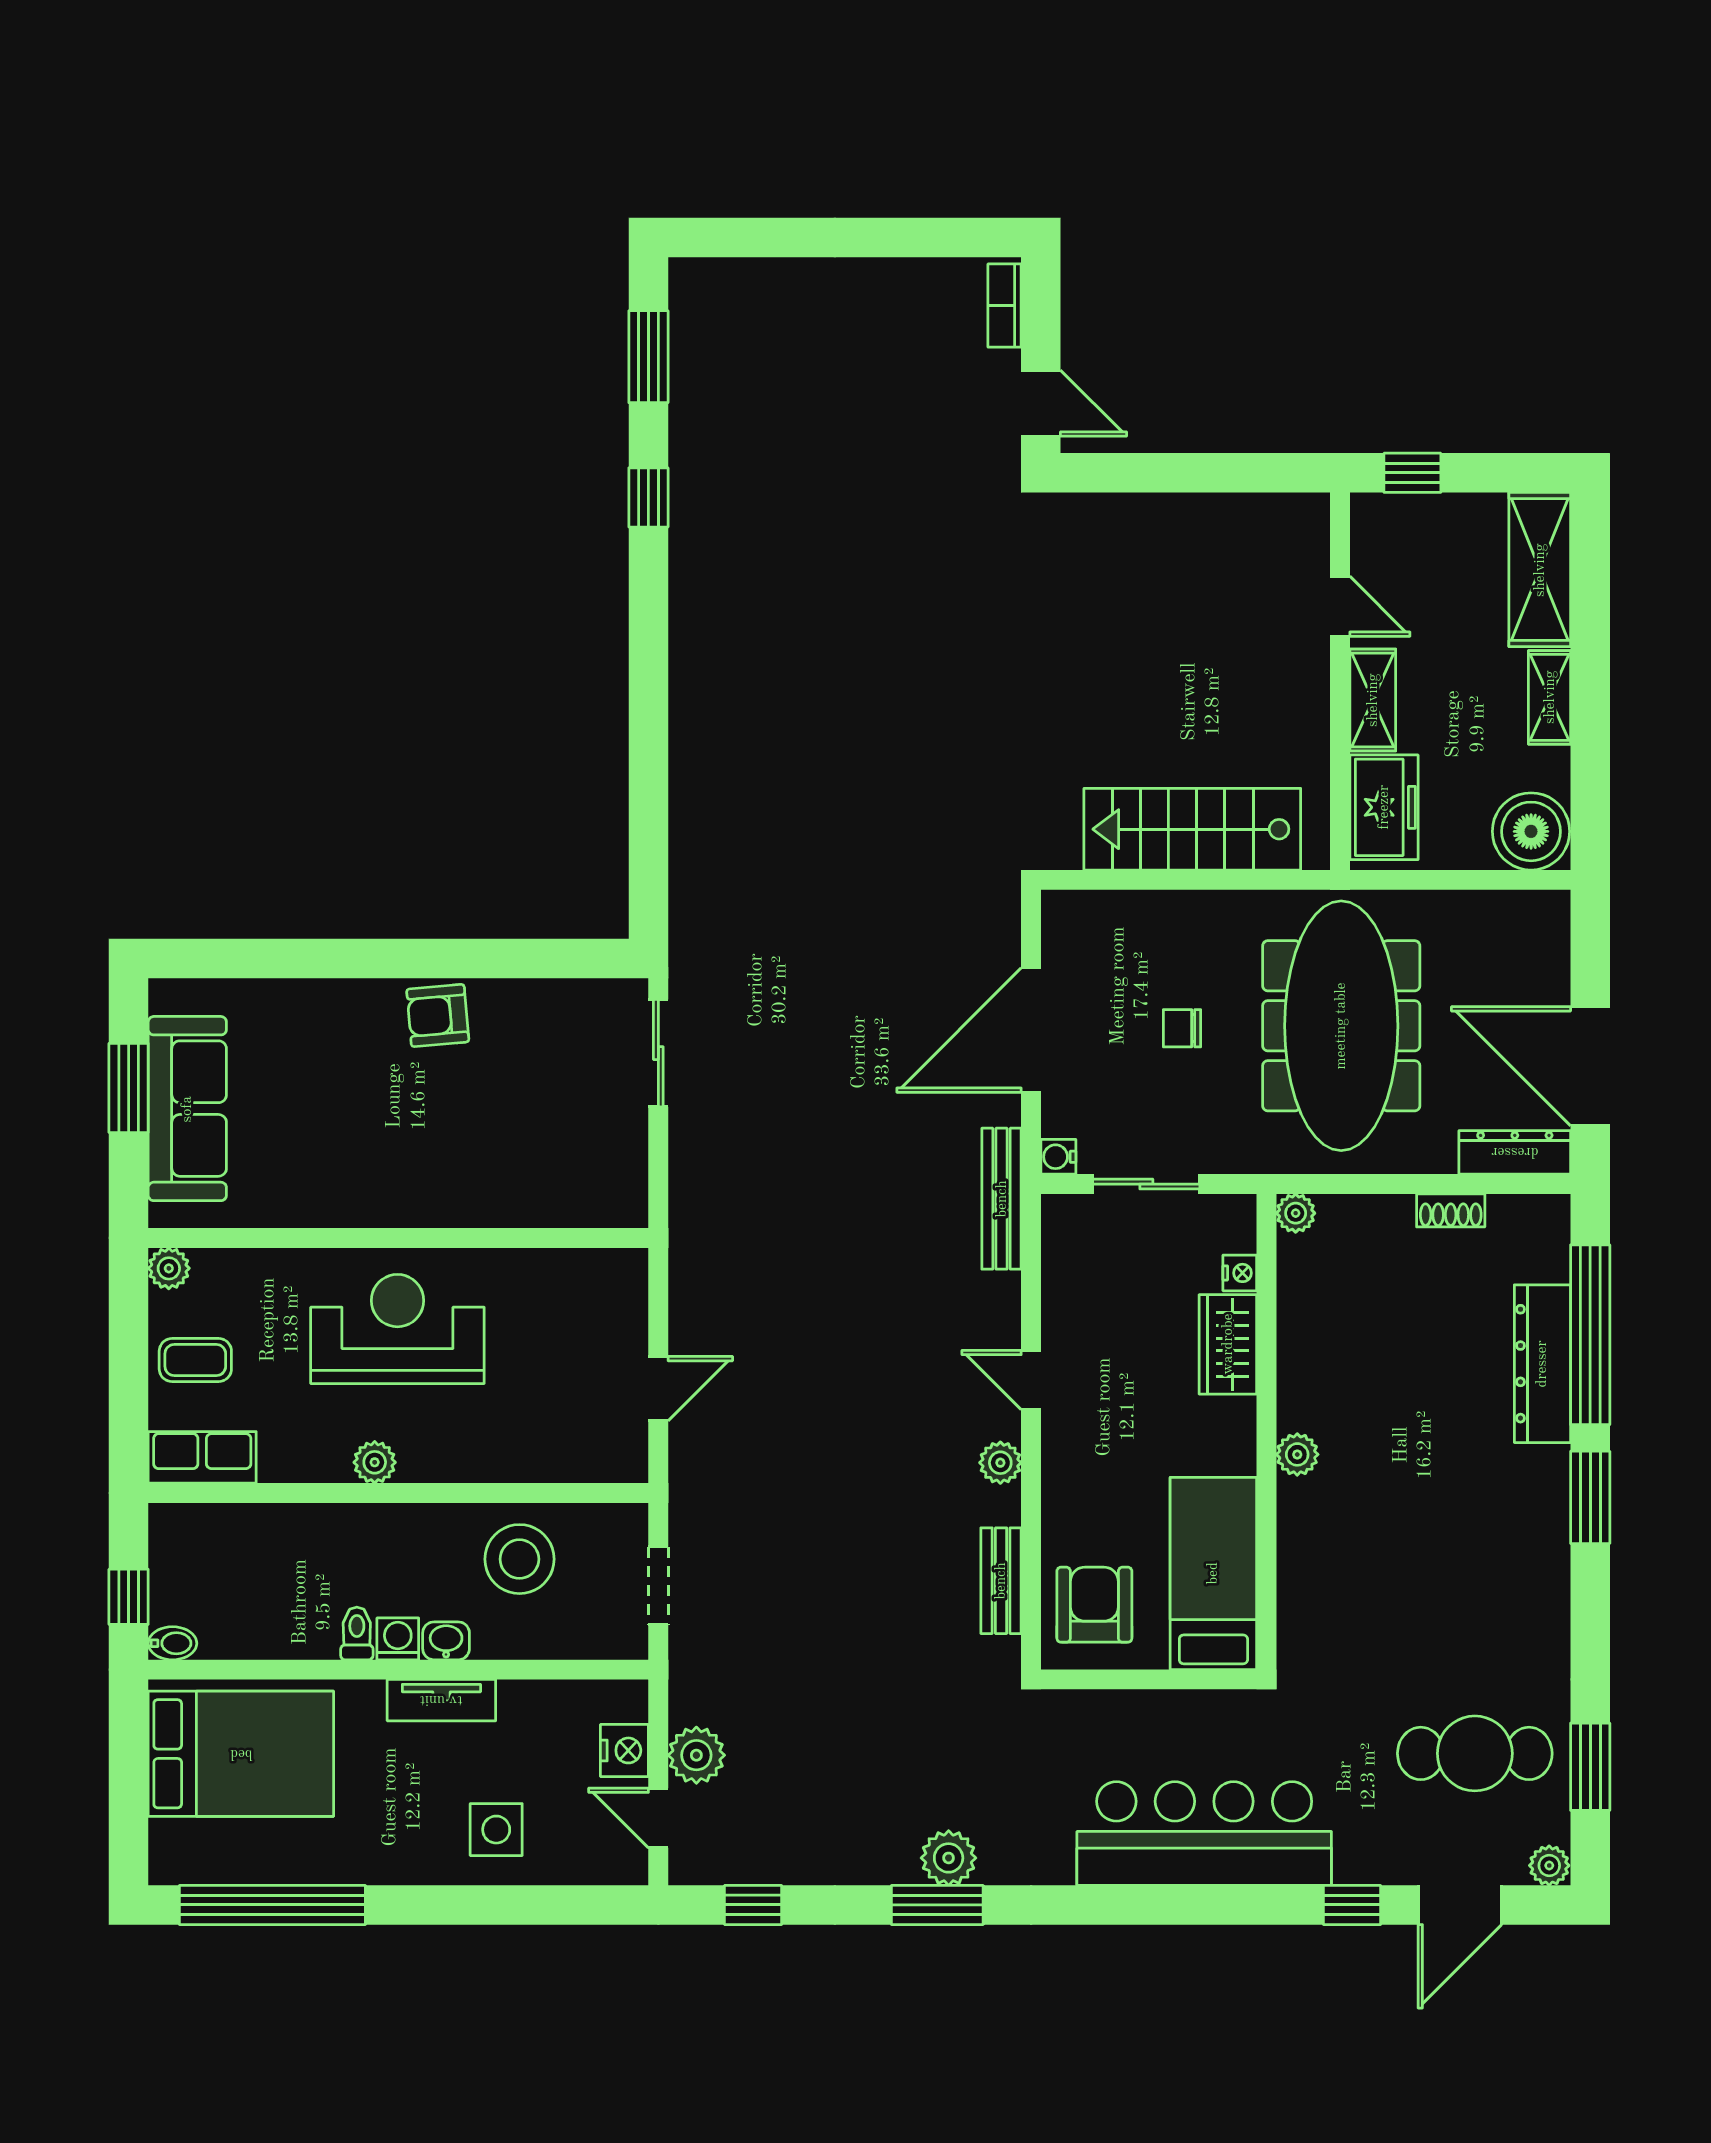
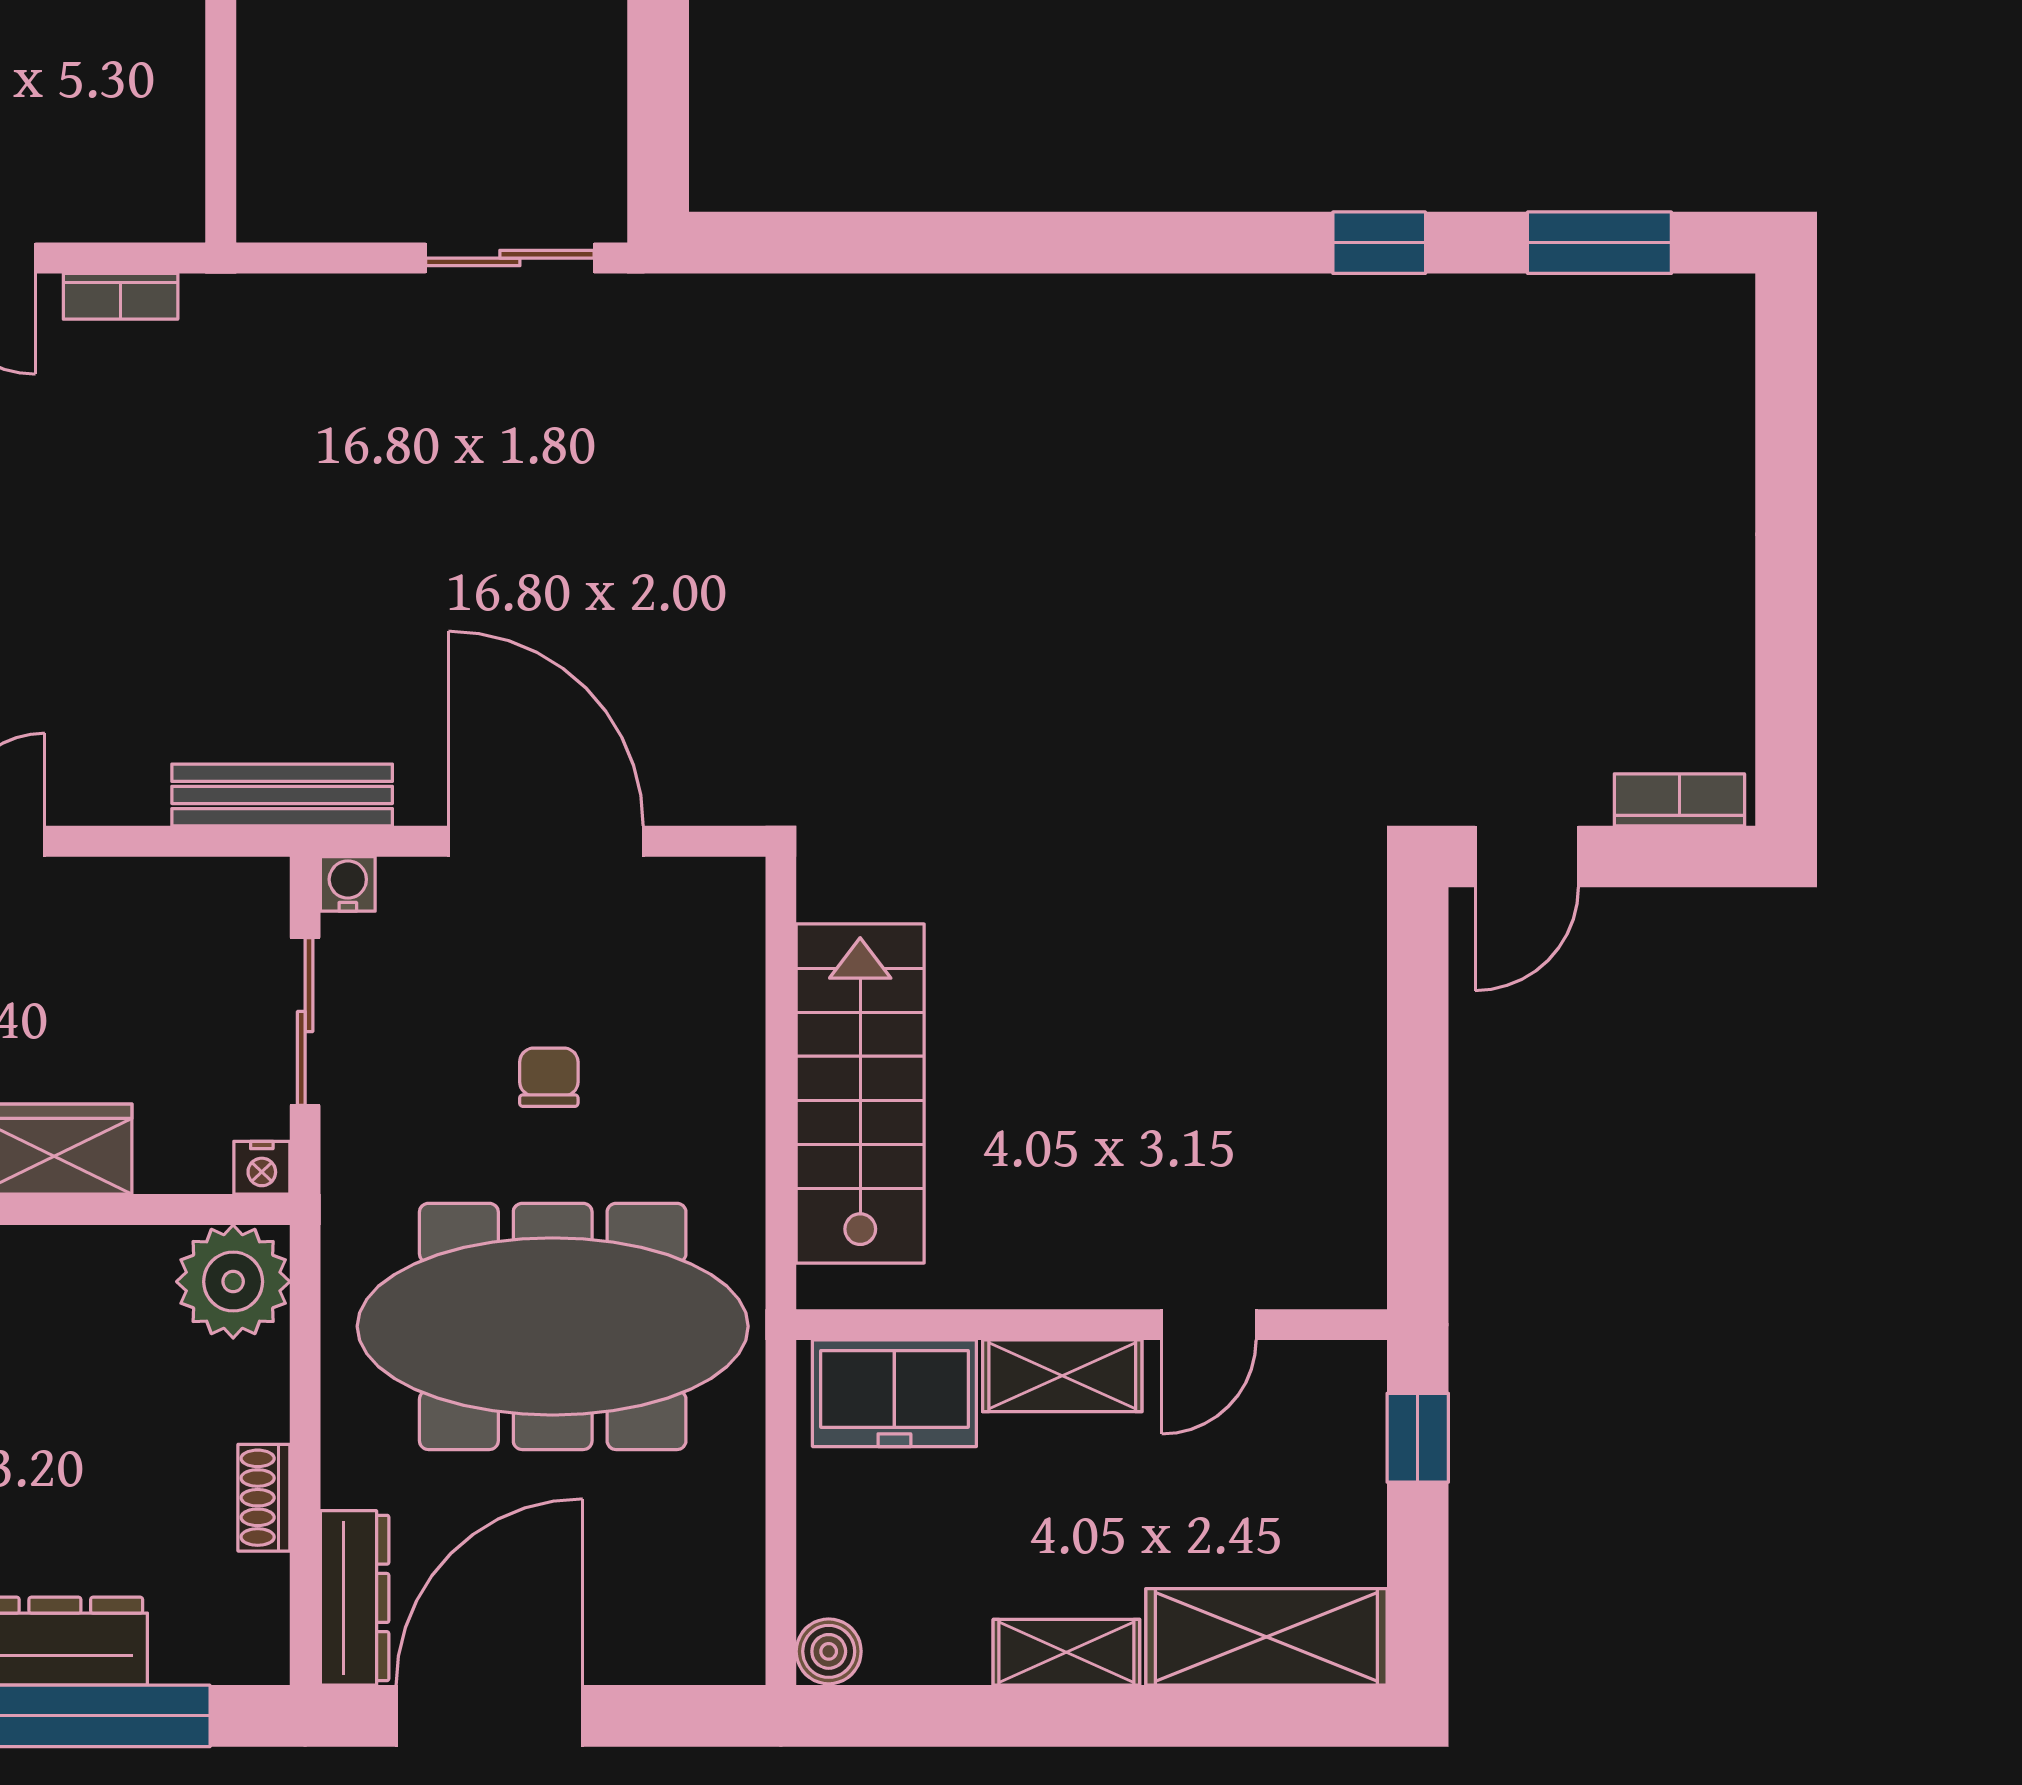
boiler: (1531, 831) -> (829, 1651), width x0.54, depth x0.54
plant: (1296, 1213) -> (233, 1282), width x1.88, depth x1.88
nightstand: (1240, 1273) -> (262, 1168), moved
bookcase: (683, 1302) -> (121, 296), added

